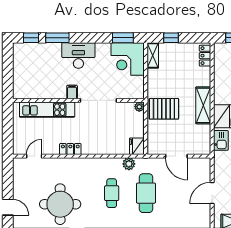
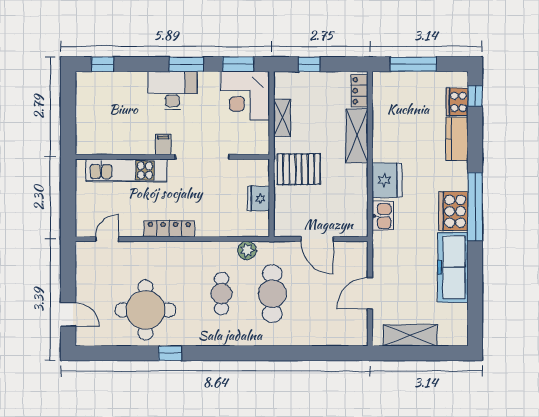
window: (57, 38) -> (186, 64), moved
shelving: (153, 55) -> (282, 118), moved
shelving: (203, 105) -> (357, 136), moved
plant: (139, 107) -> (262, 166), removed
fridge: (137, 146) -> (259, 198), moved
locker: (70, 149) -> (169, 229), width x1.53

